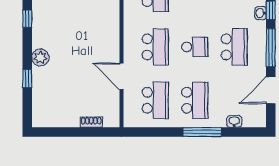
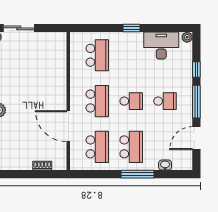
washbasin: (261, 13) -> (188, 72), removed
school desk: (234, 47) -> (165, 101), width x0.54
door: (122, 76) -> (68, 126), width x1.36

